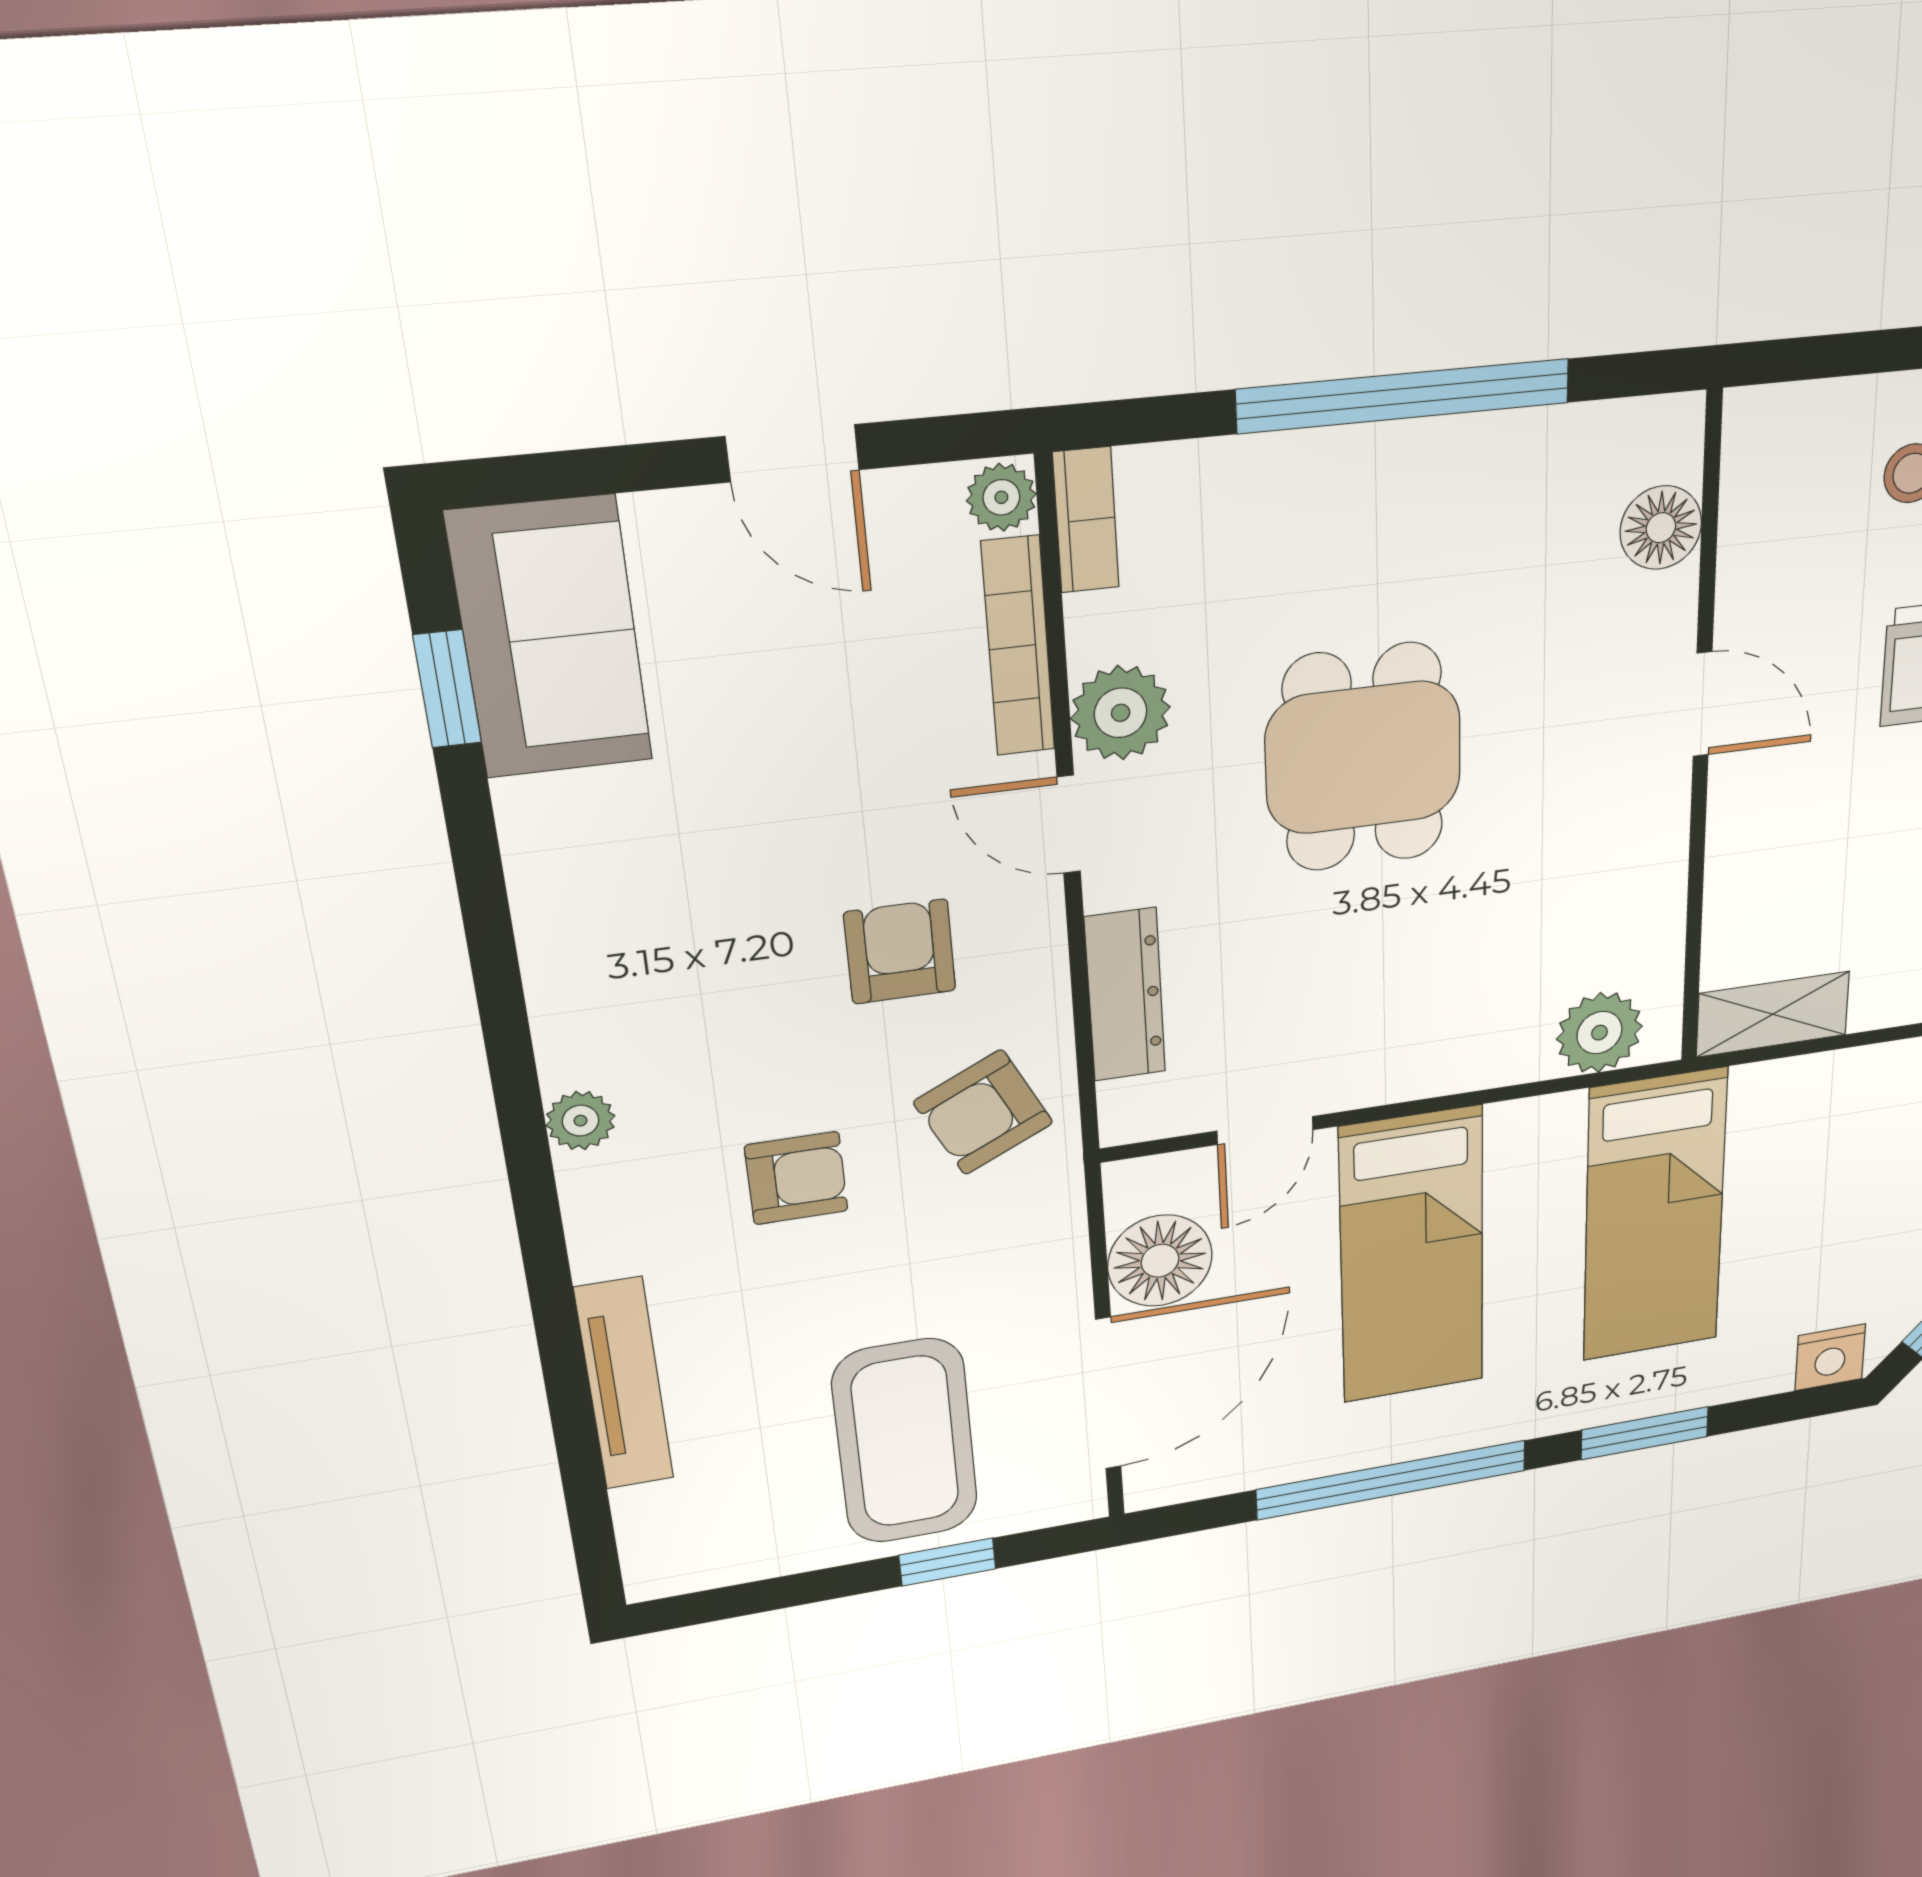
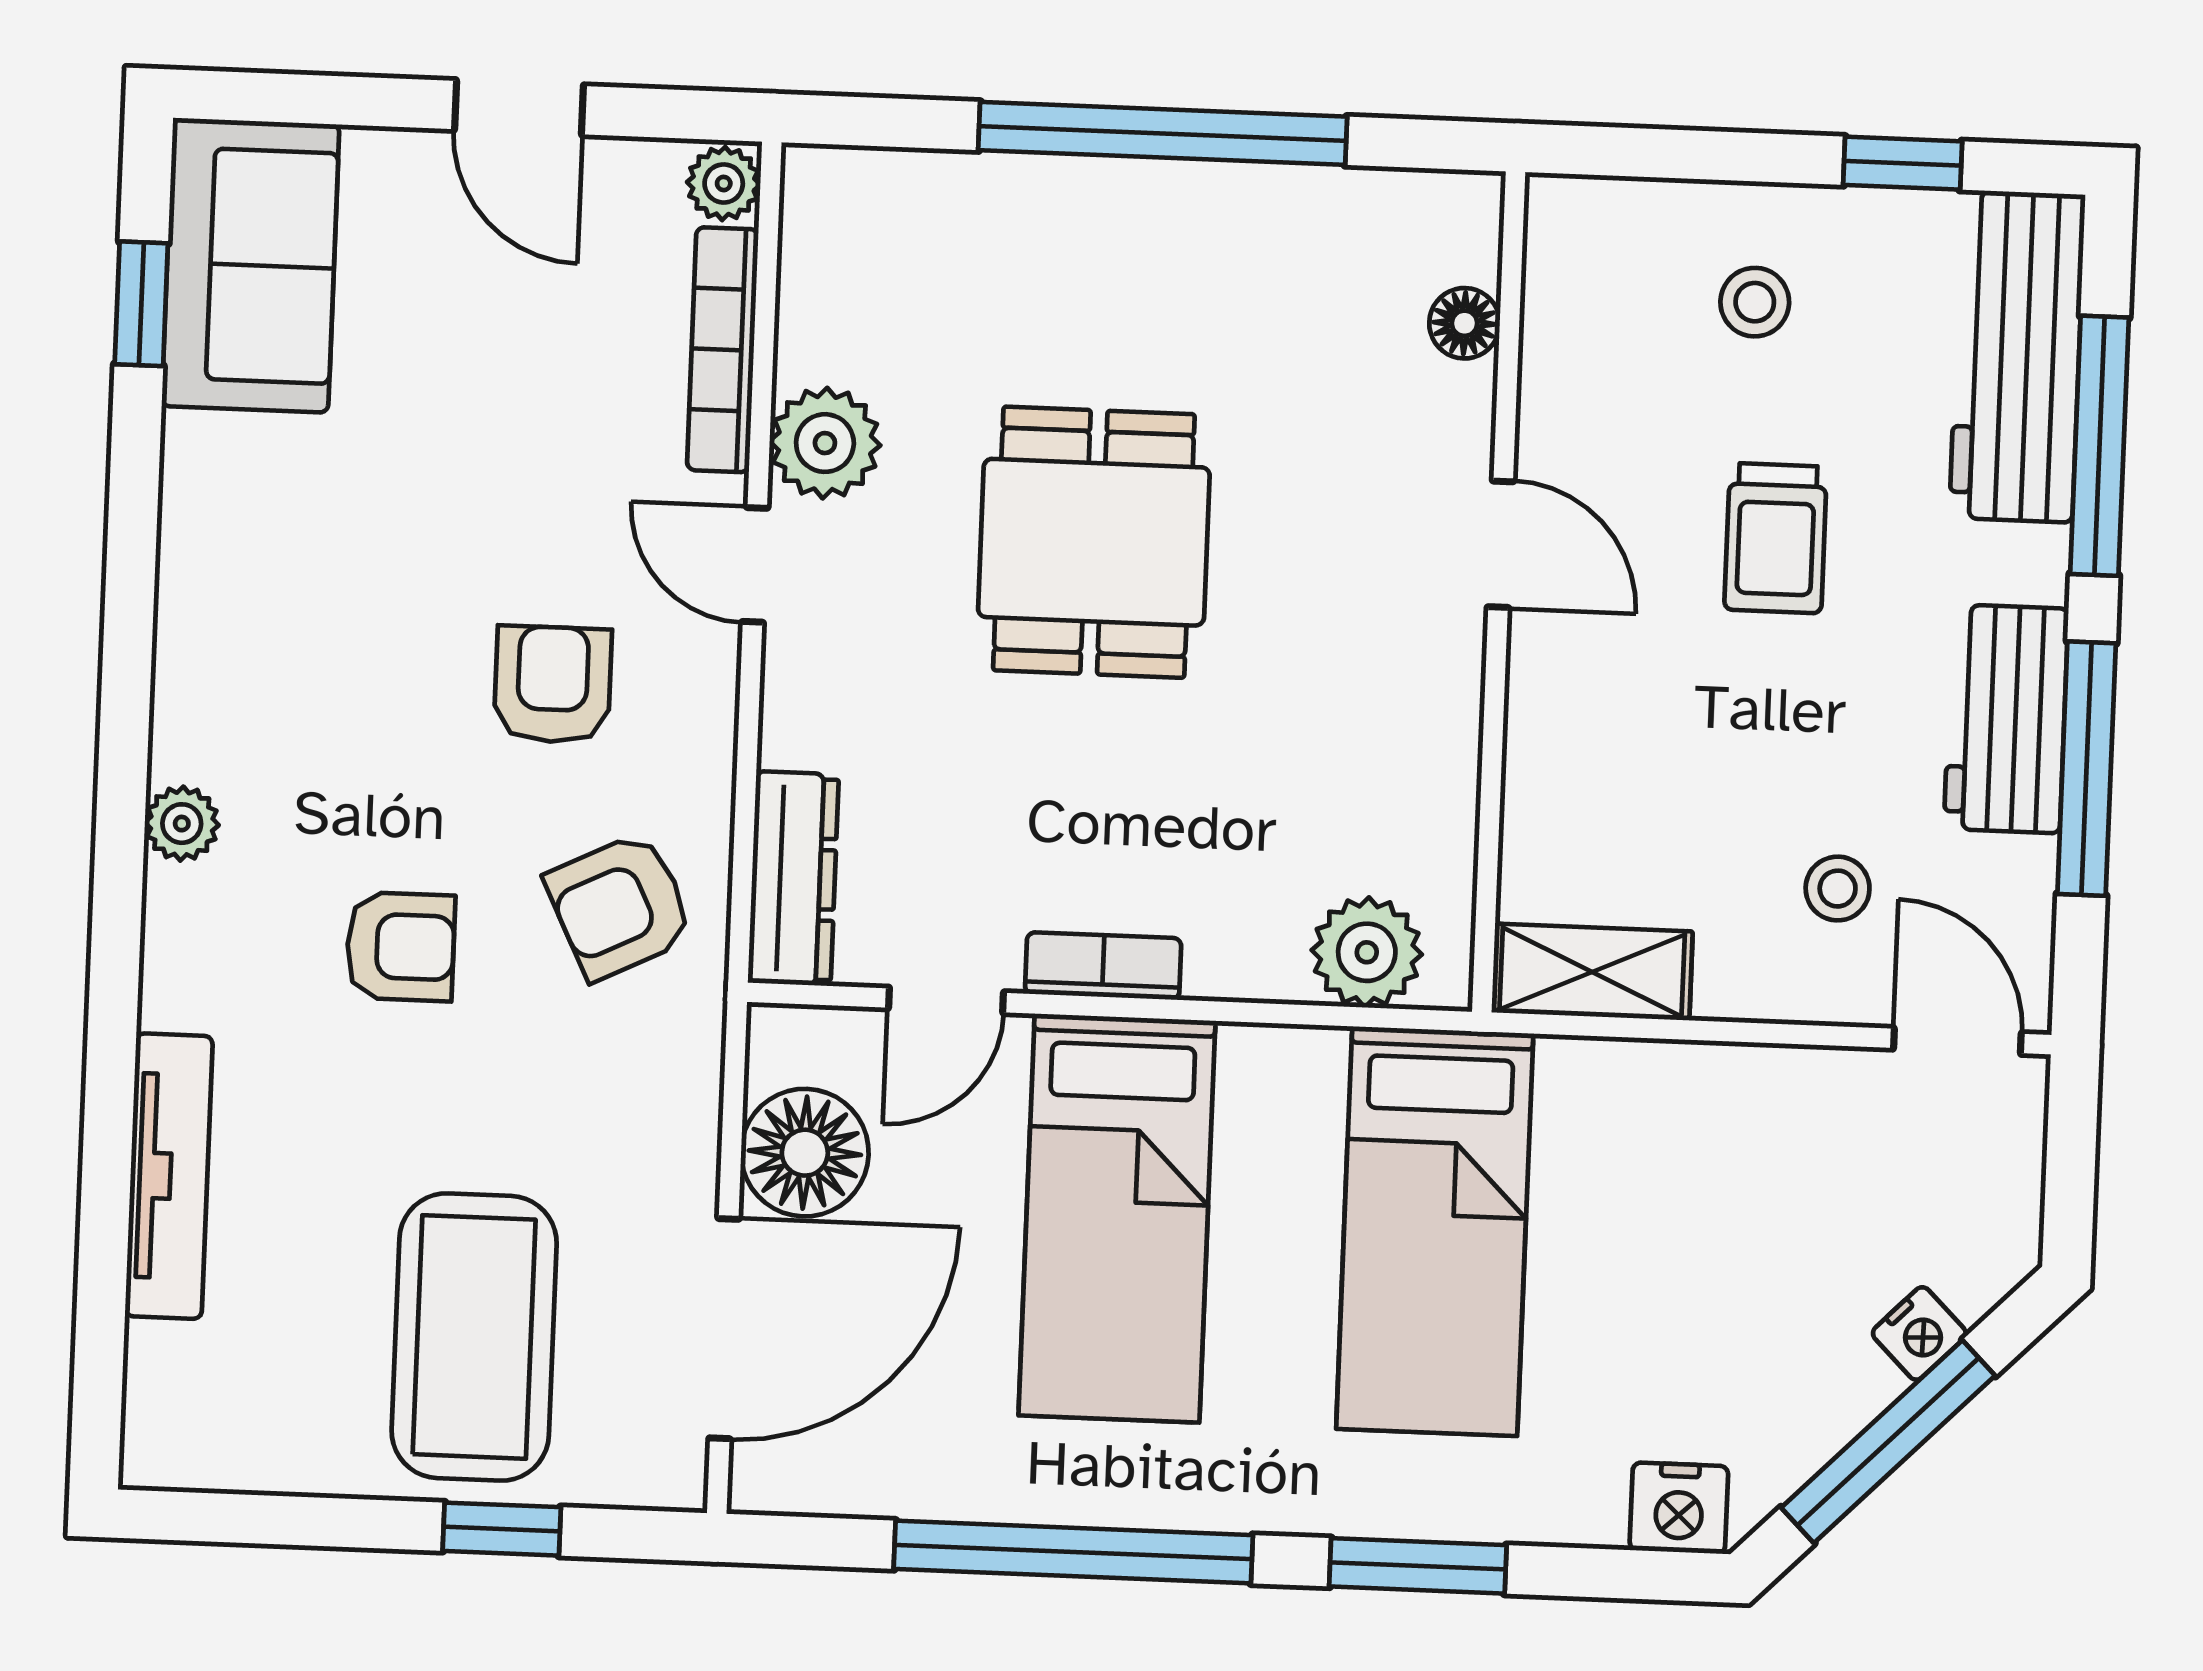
bookcase: (1086, 520) -> (1103, 966), moved, turned -90
floor lamp: (1661, 528) -> (1464, 323), width x0.73, depth x0.73
dresser: (1125, 995) -> (793, 879), moved

